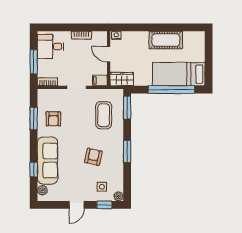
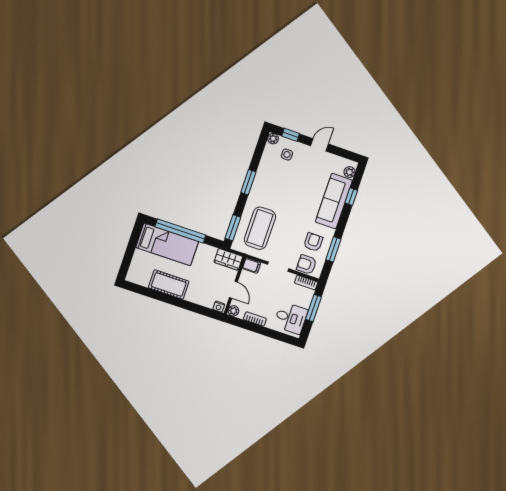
plant: (102, 36) -> (233, 311), added
coffee table: (104, 115) -> (260, 228), width x1.36, depth x1.32
armchair: (93, 157) -> (307, 264), moved, turned 78

